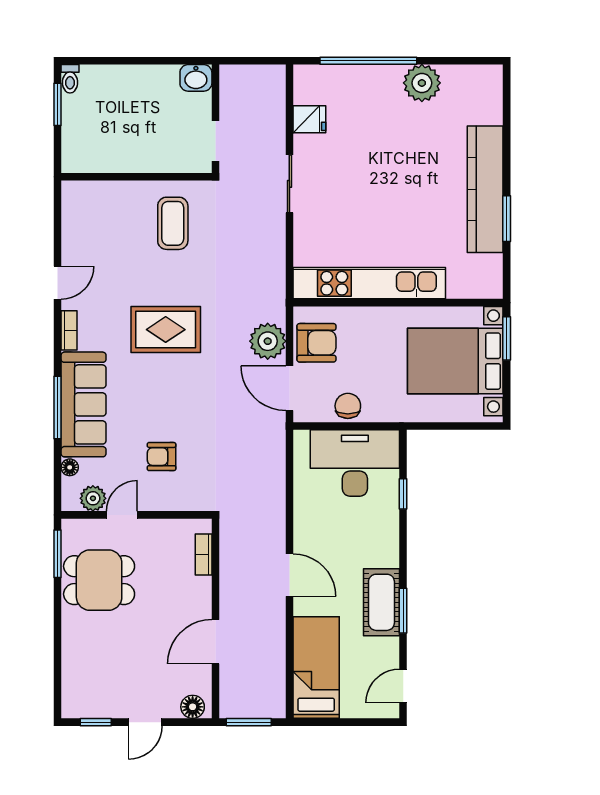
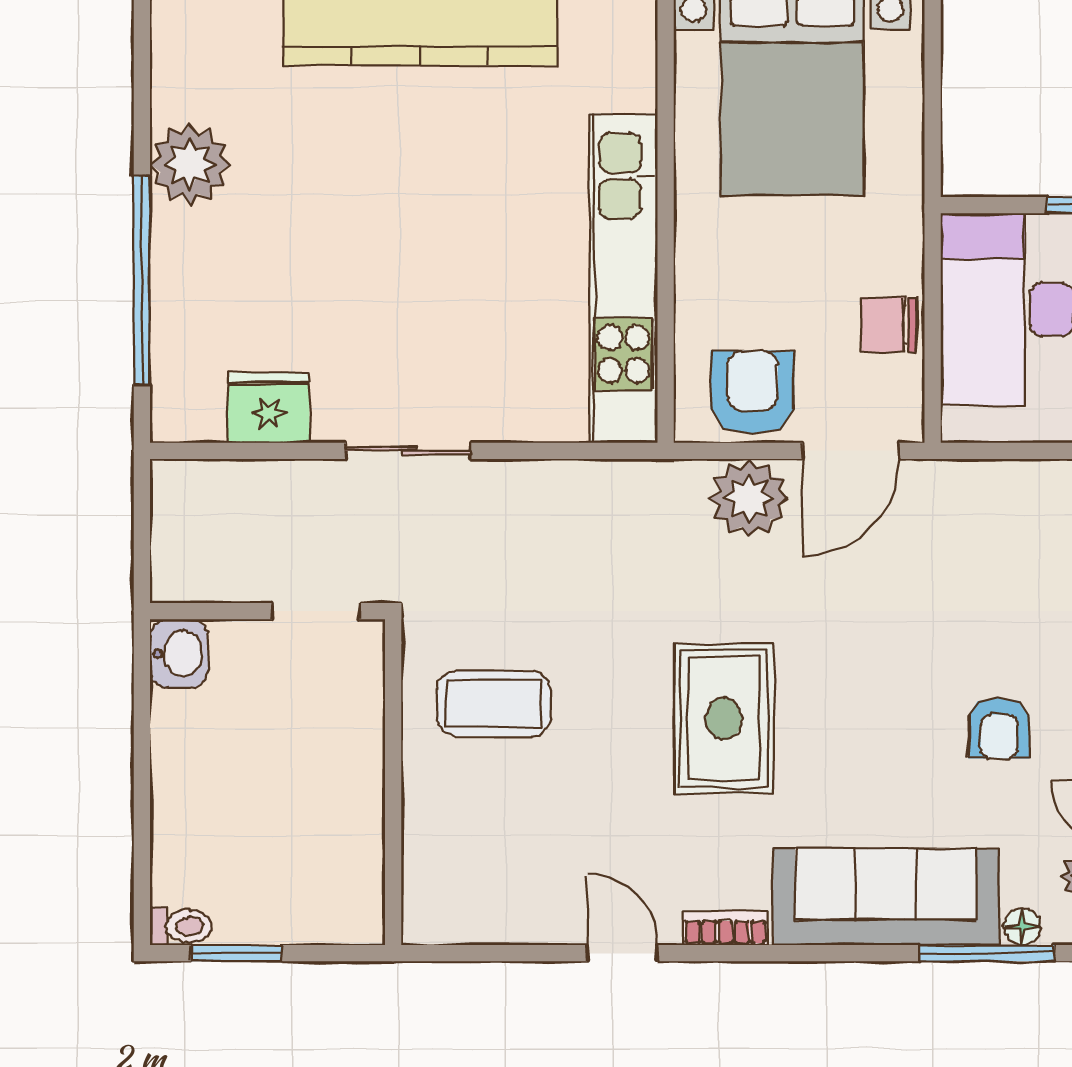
fridge: (309, 119) -> (269, 408), width x1.38
window: (58, 408) -> (987, 953), moved

